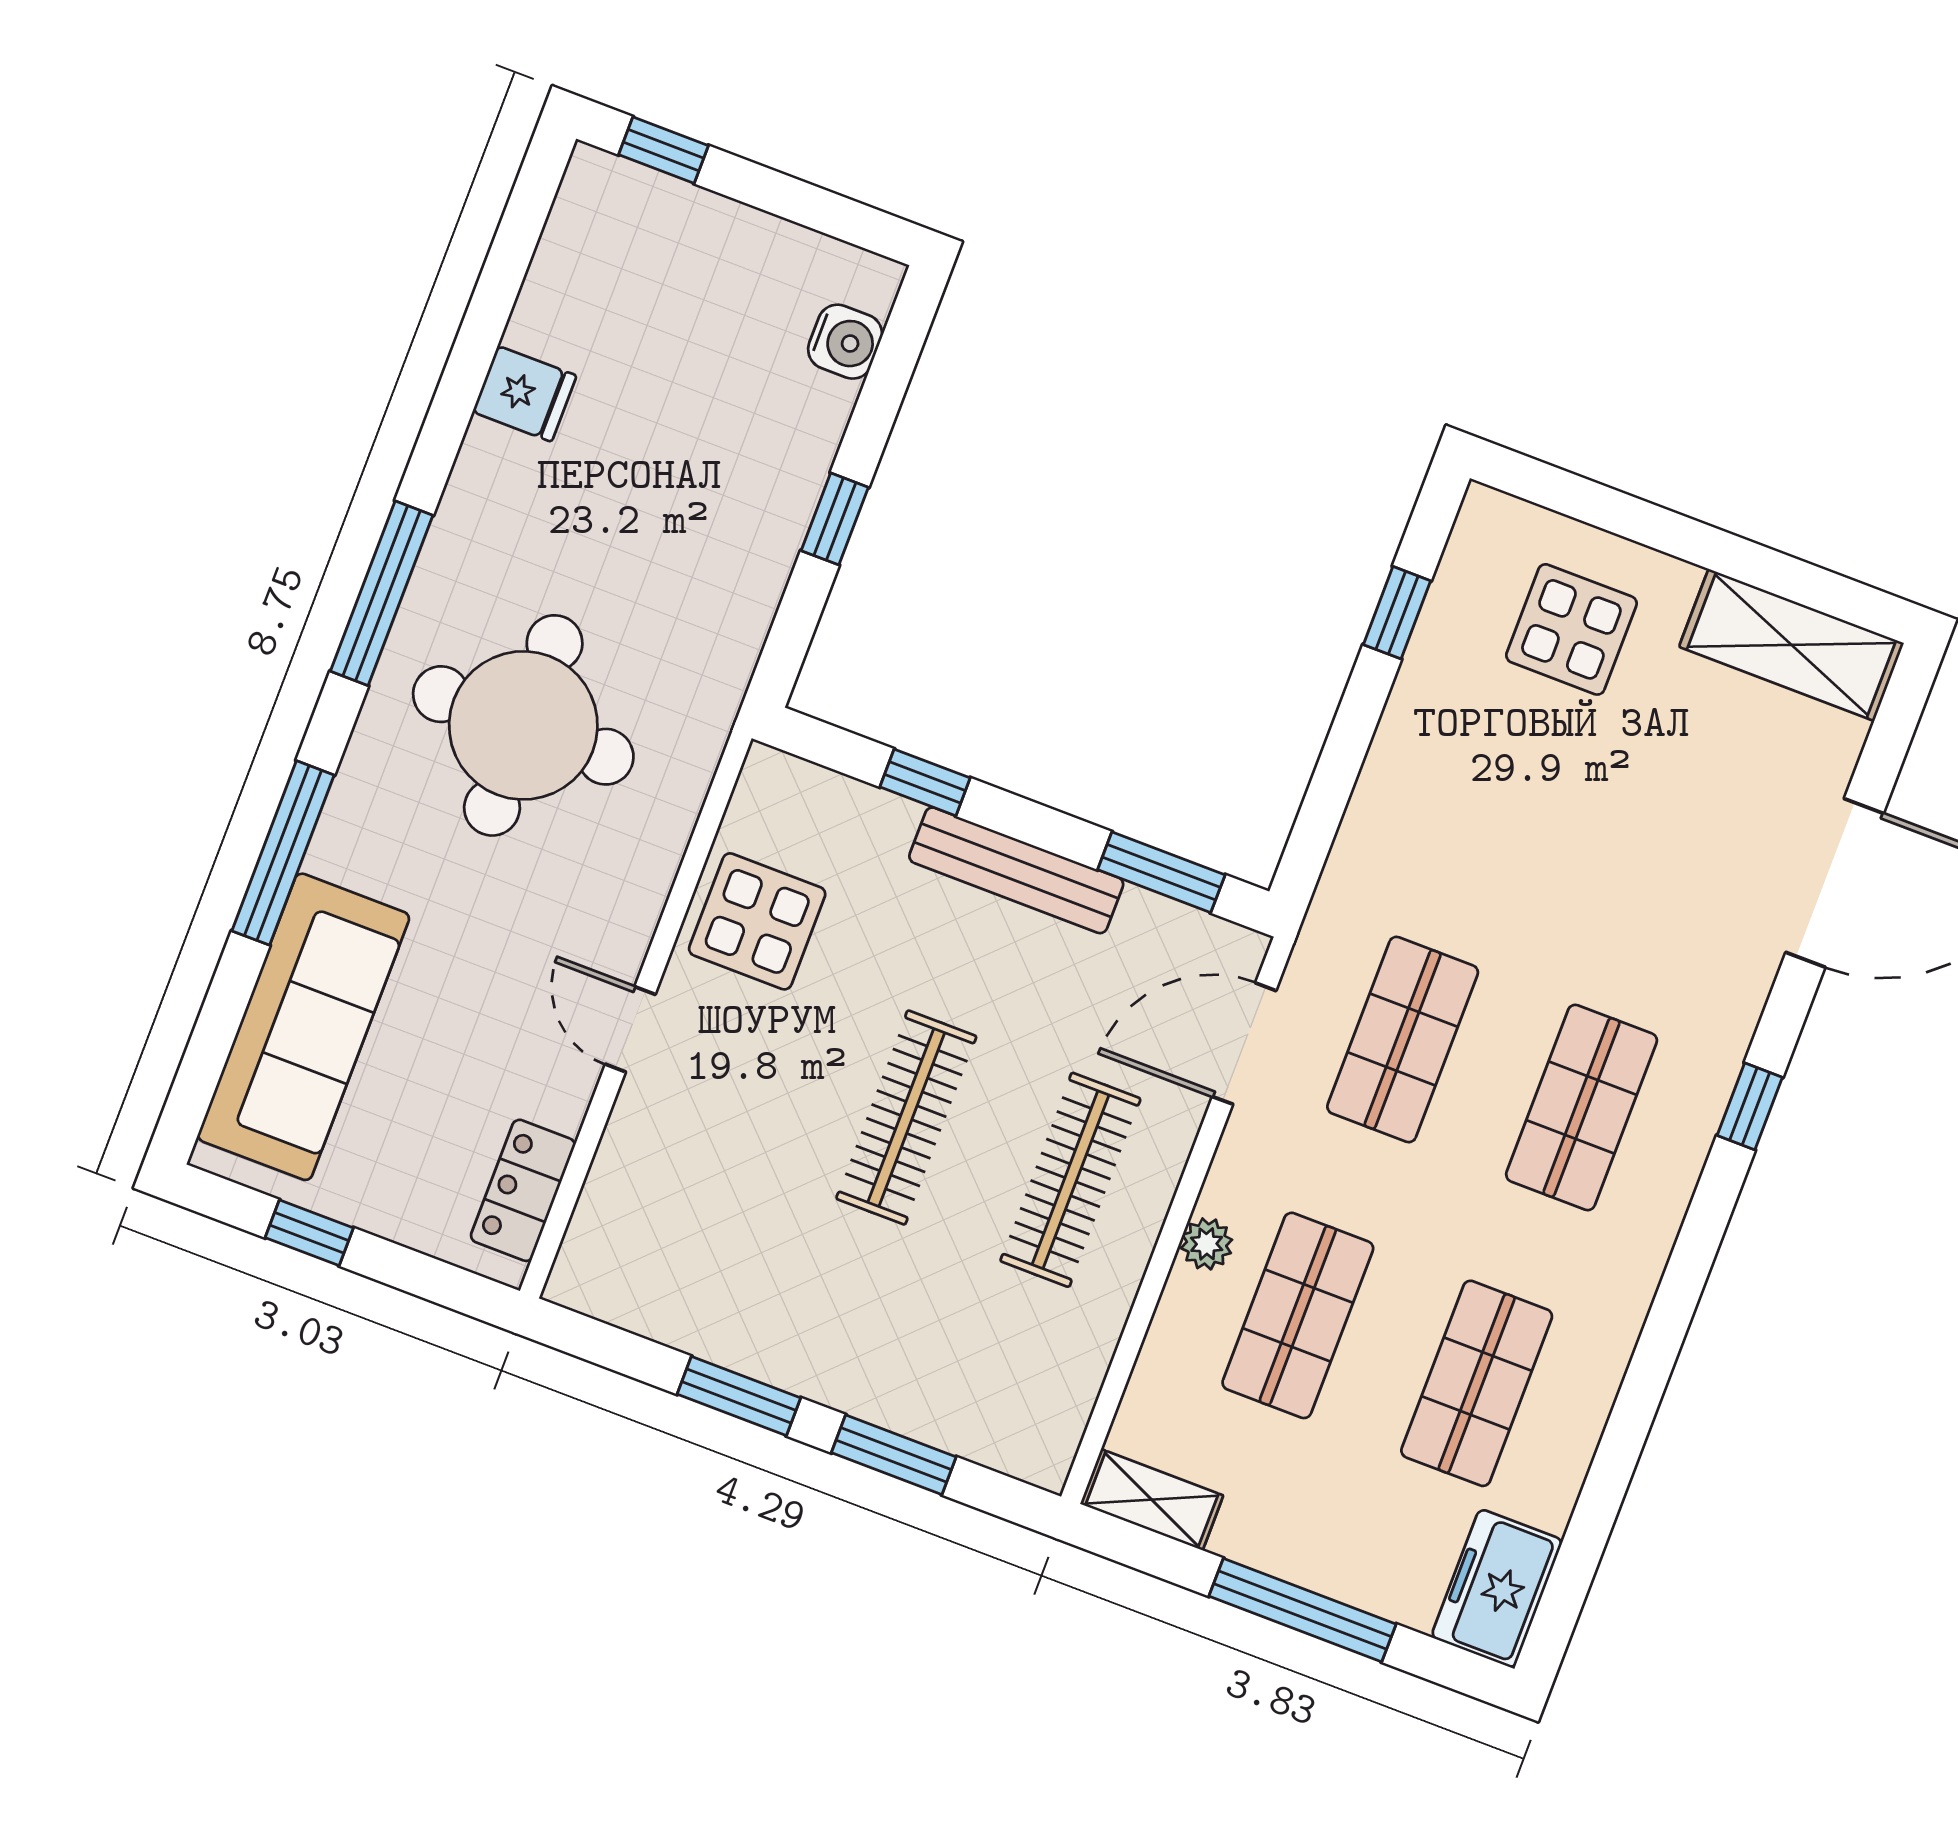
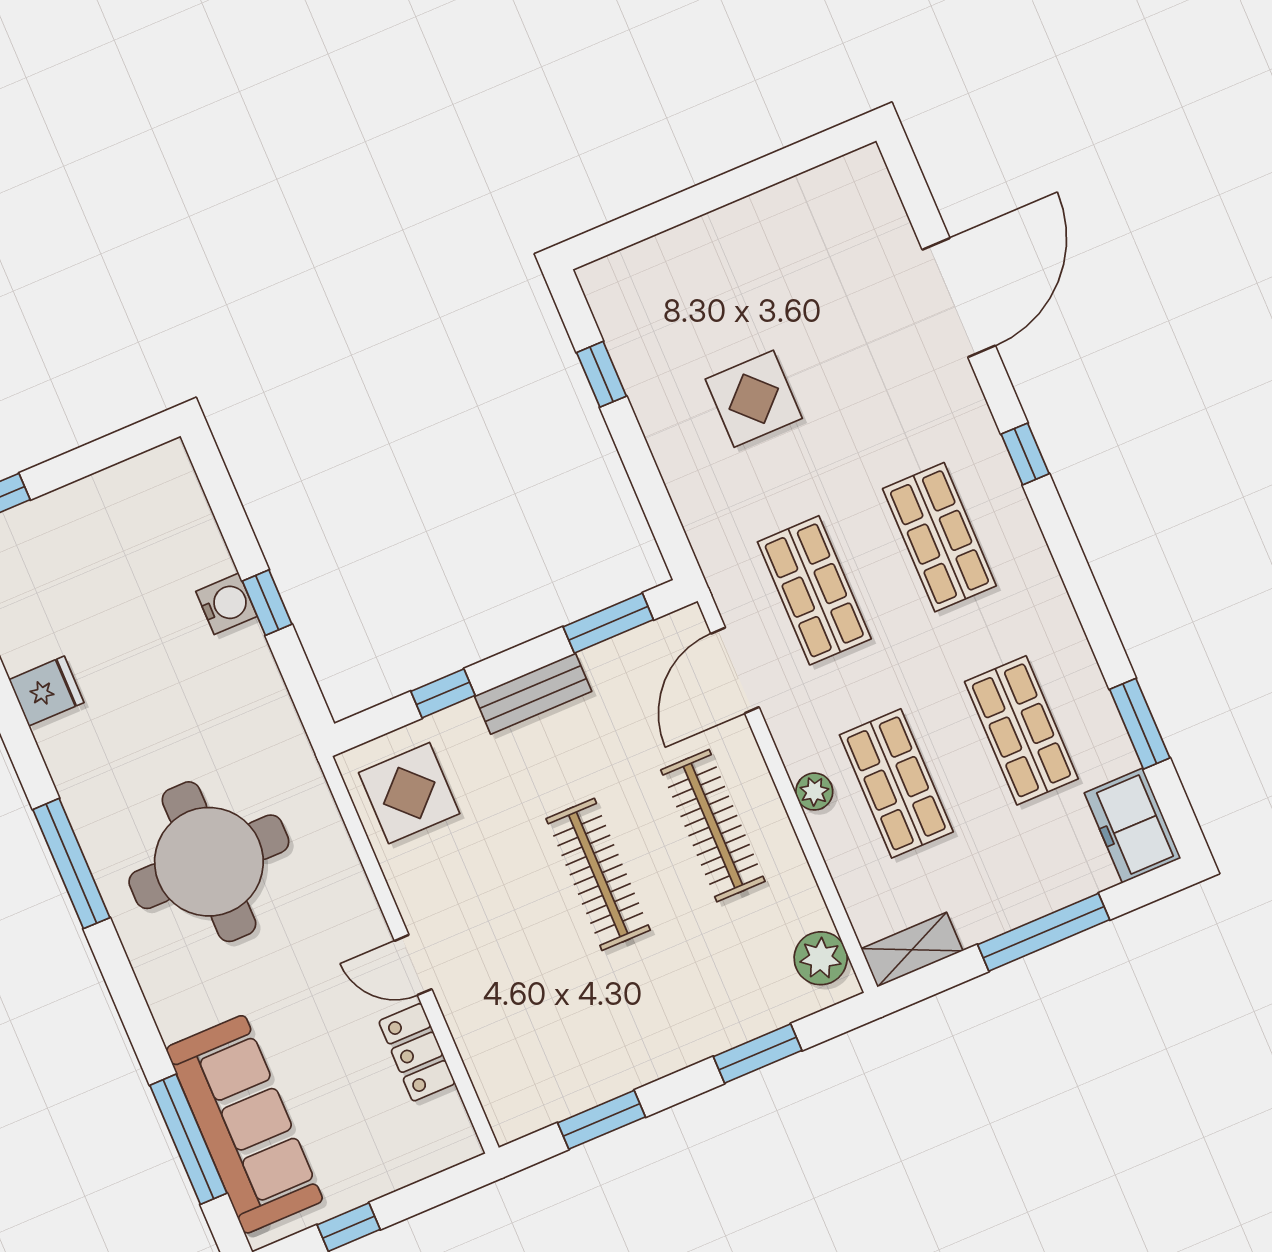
water cooler: (845, 342) -> (227, 604), moved
display table: (1571, 629) -> (754, 399), moved
shelving: (1791, 645) -> (820, 197), removed
window: (283, 853) -> (188, 1139), moved
bench: (1016, 870) -> (533, 694), width x0.73
display table: (757, 921) -> (409, 793), moved
locker: (523, 1190) -> (417, 1052), moved
window: (739, 1396) -> (602, 1120), moved
plant: (1051, 1419) -> (821, 958), added
window: (1603, 1492) -> (1140, 724), added

